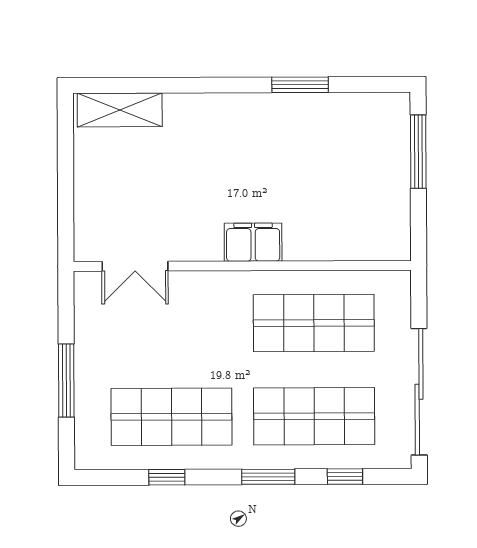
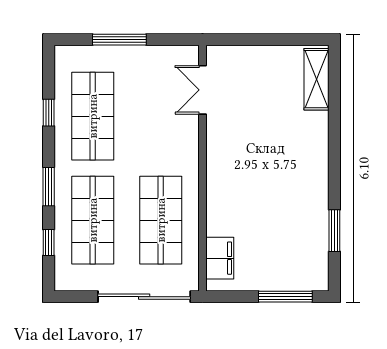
window: (300, 85) -> (334, 231), moved
filing cabinet: (253, 242) -> (220, 258), moved
sliding door: (419, 392) -> (144, 297), moved

